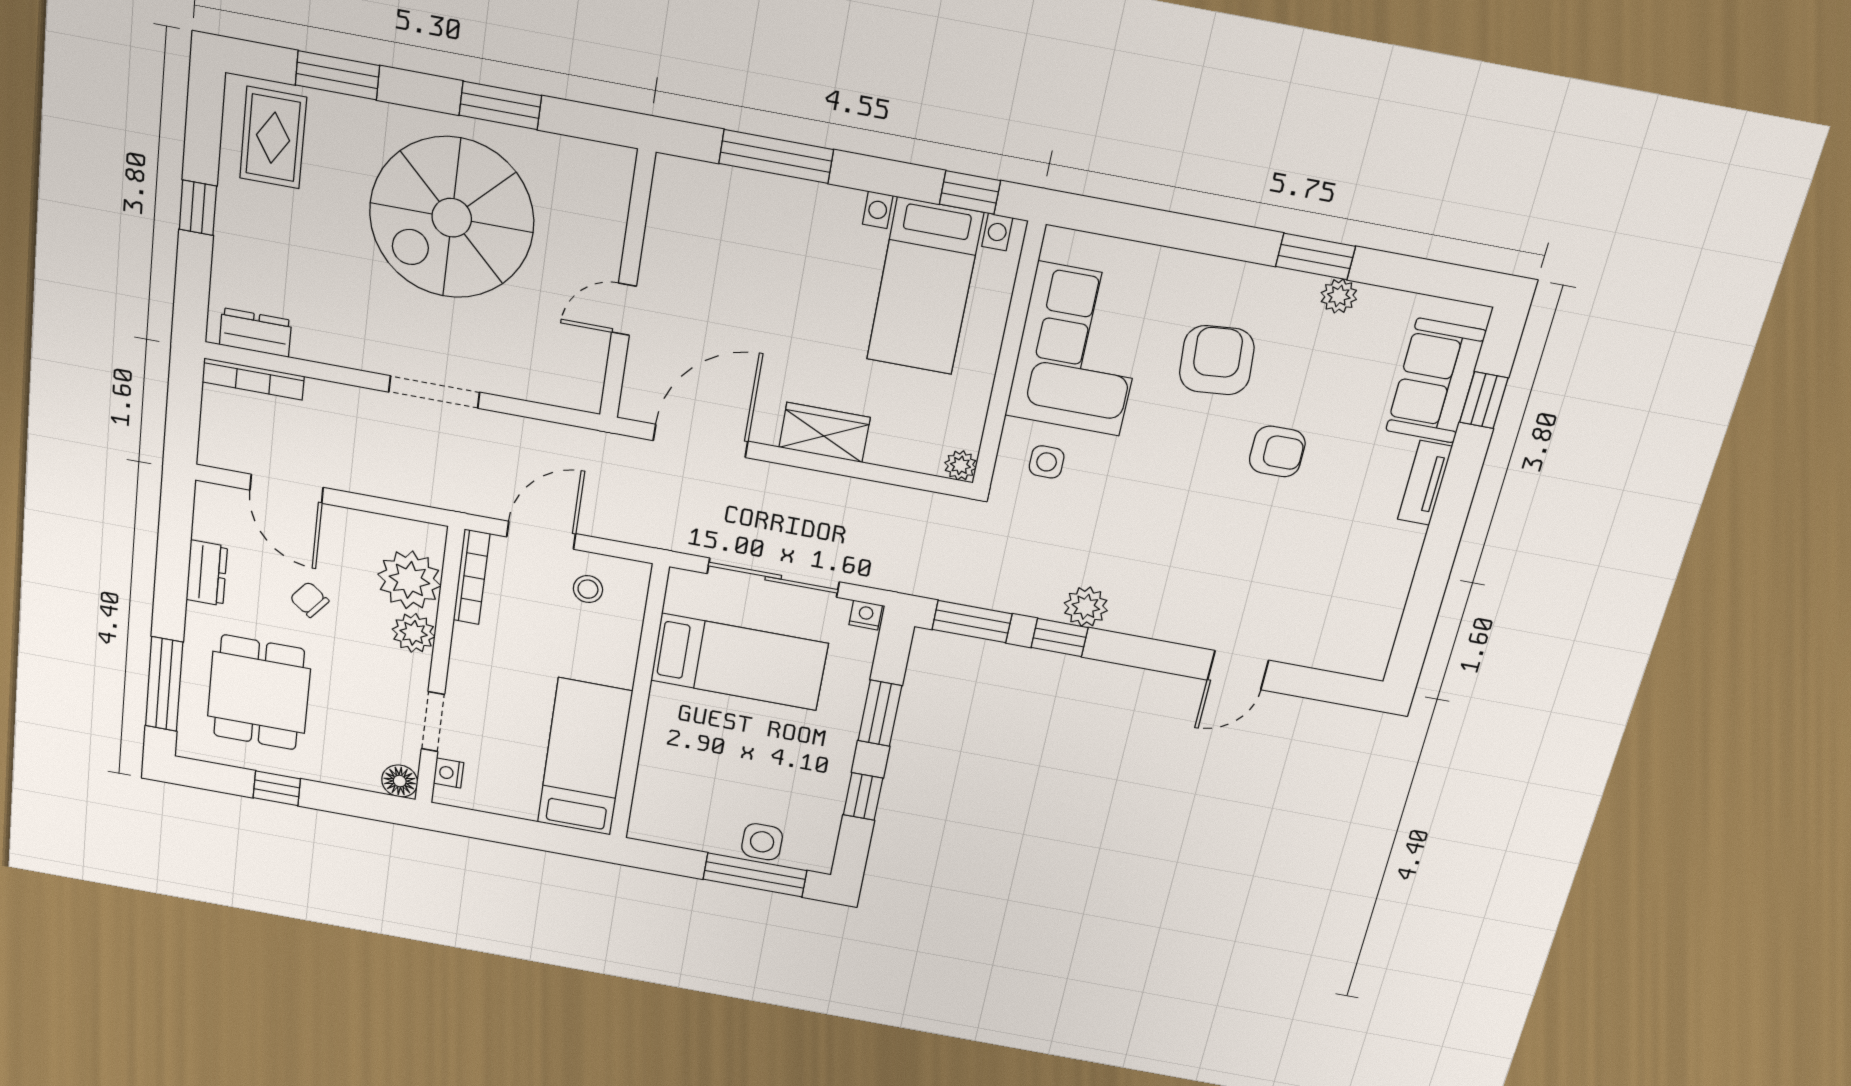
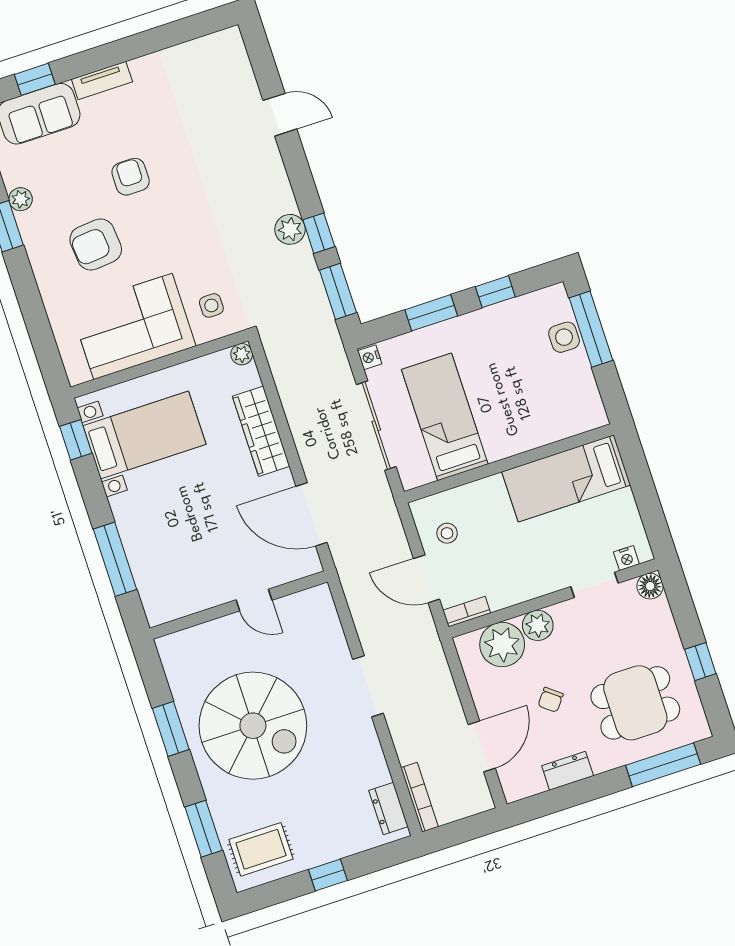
wardrobe: (825, 432) -> (261, 431), width x1.50
bookcase: (472, 577) -> (467, 612), width x0.64

